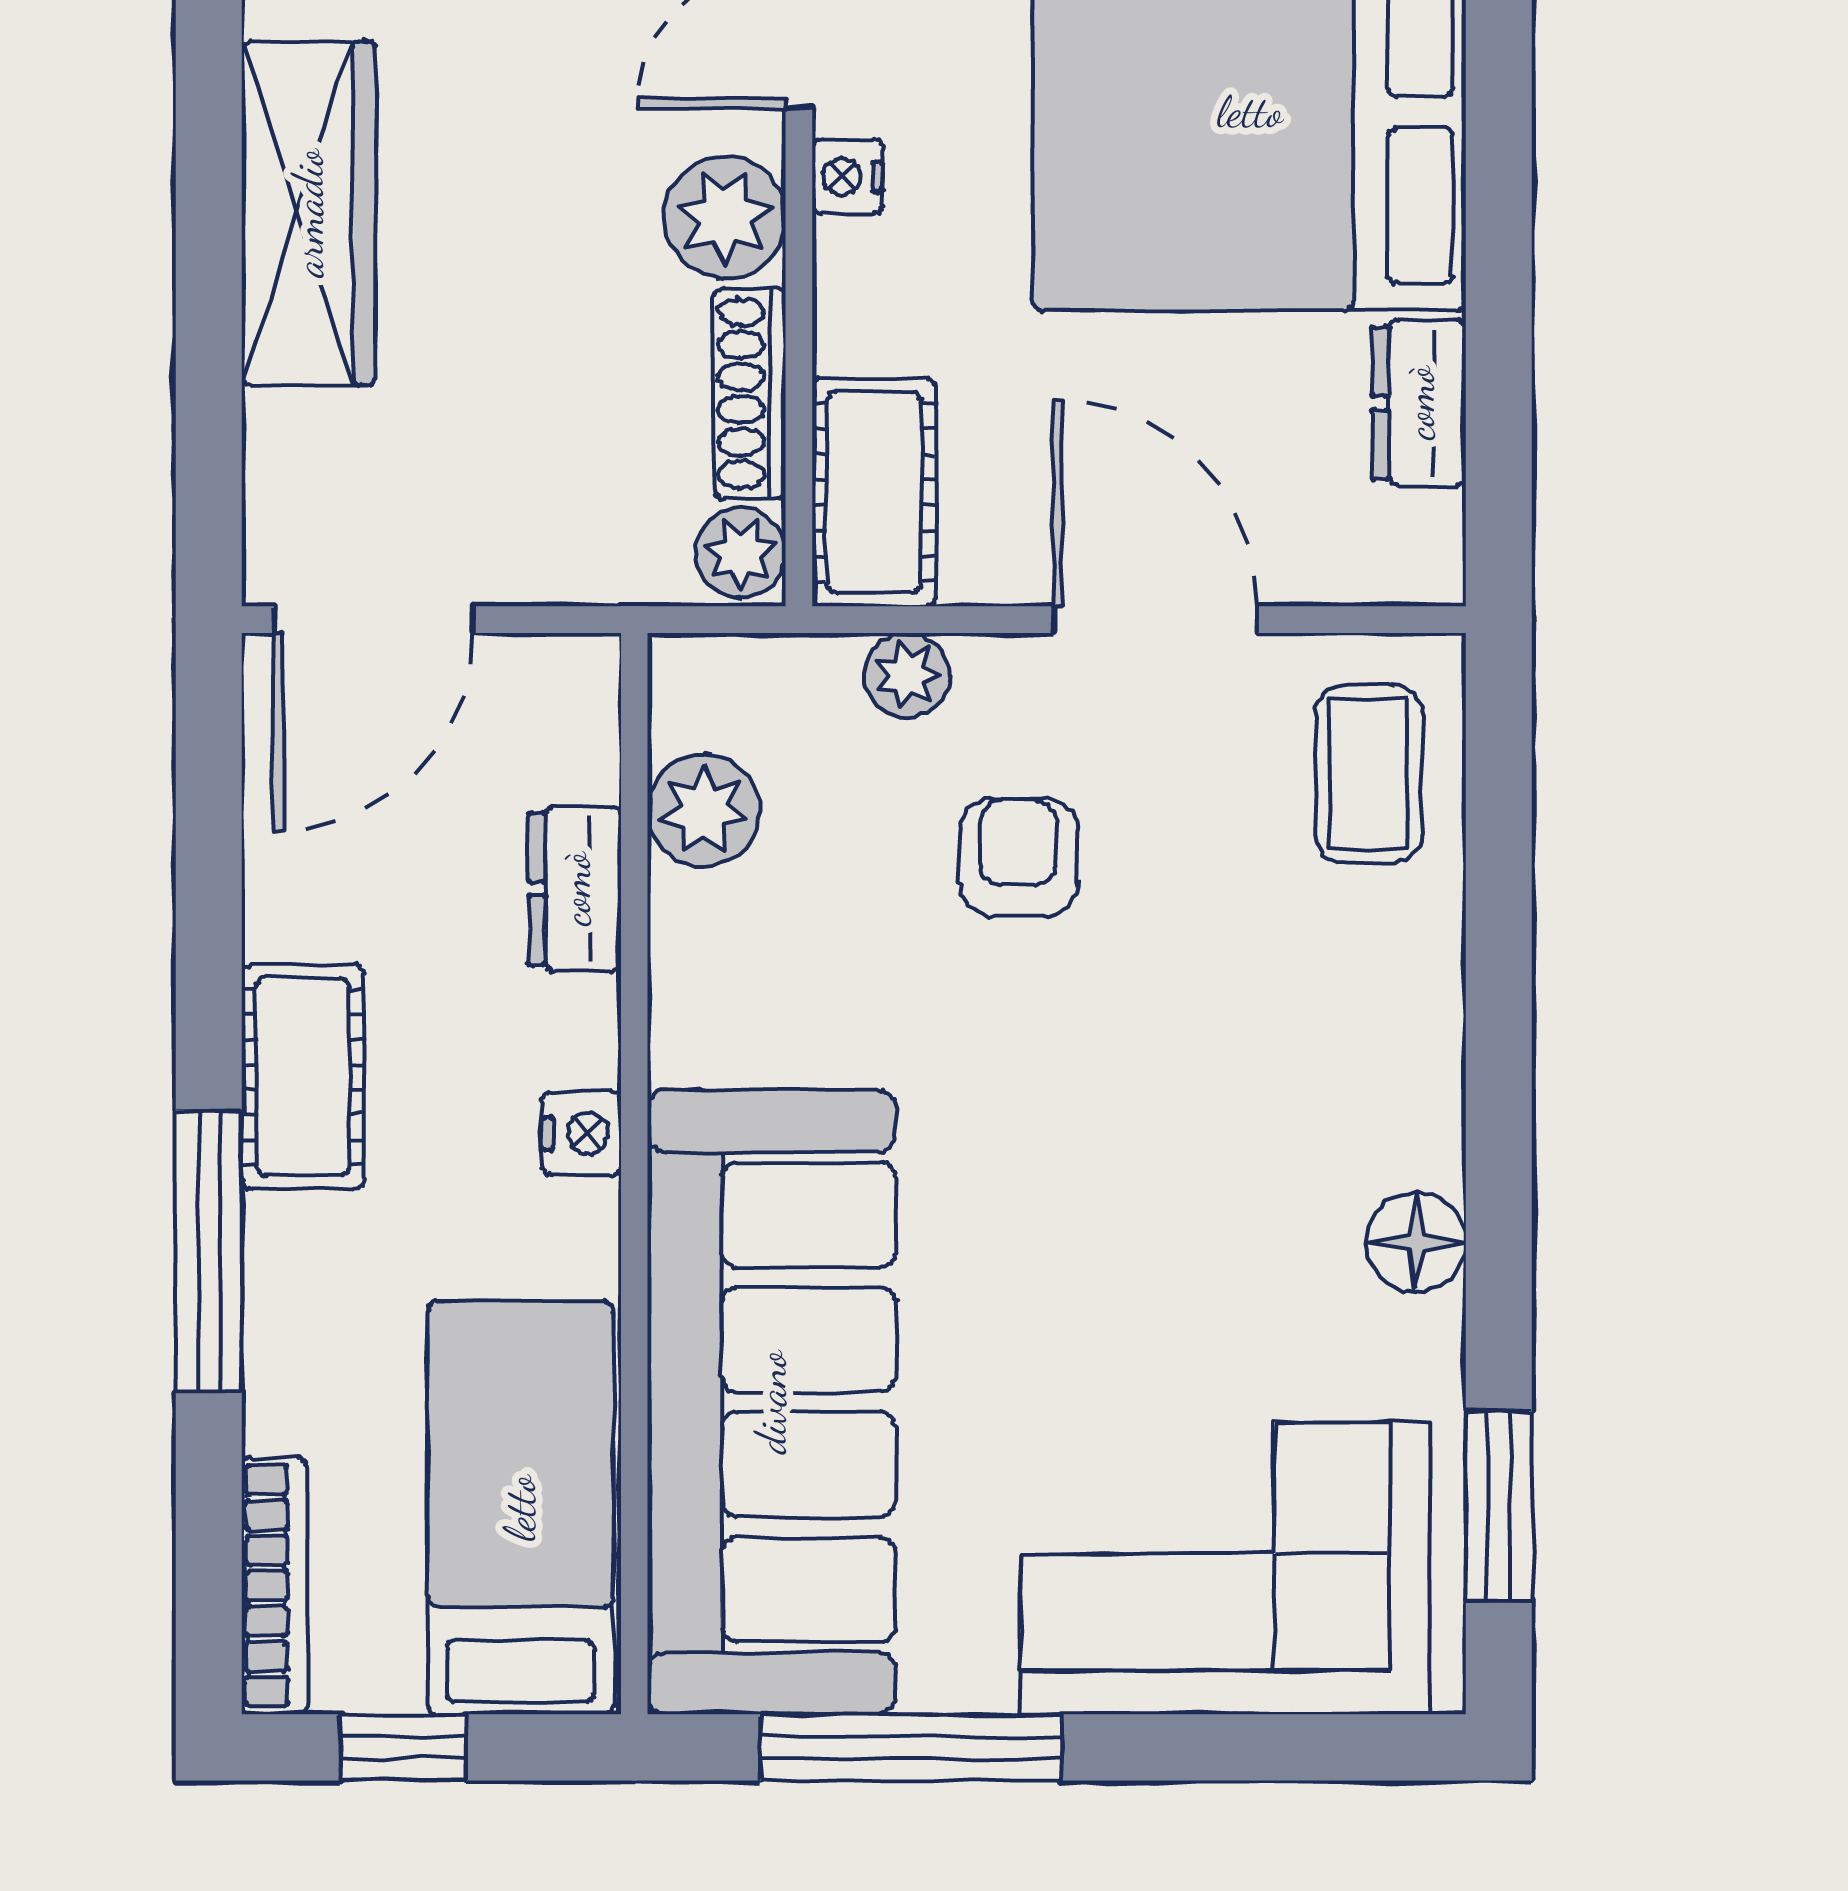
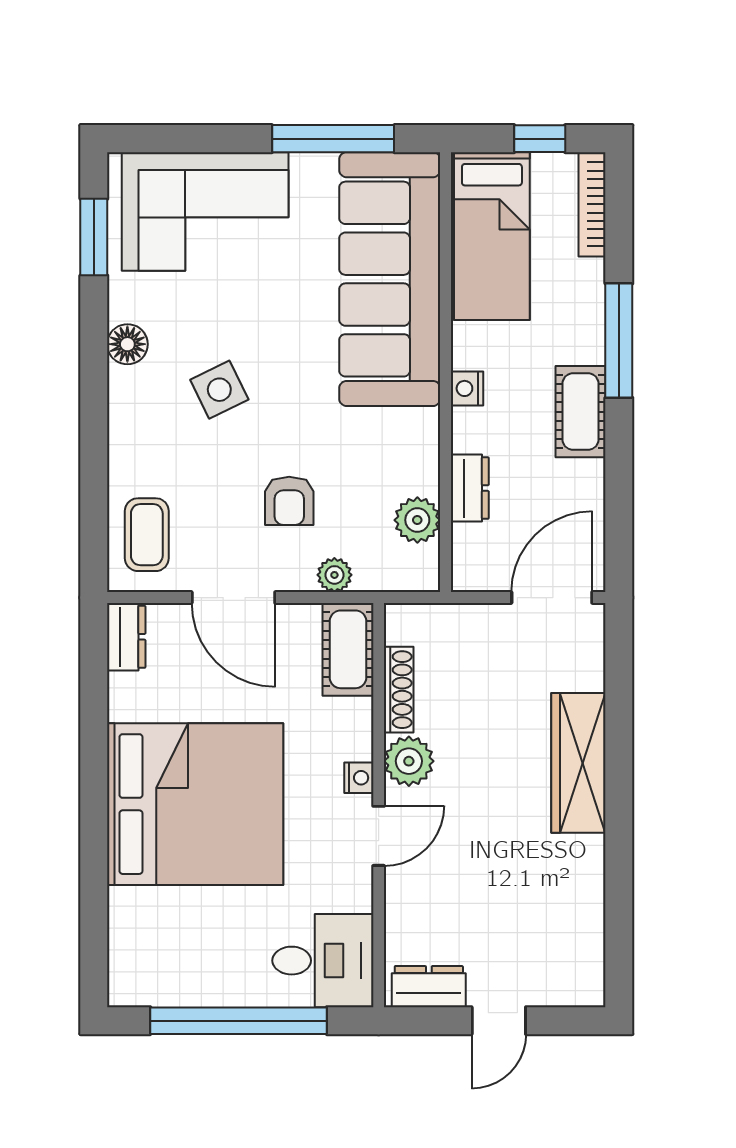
dresser: (1419, 403) -> (126, 637), moved
plant: (741, 553) -> (402, 625), removed
side table: (1190, 1130) -> (219, 390), added

